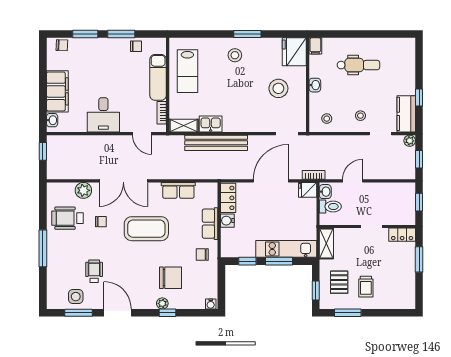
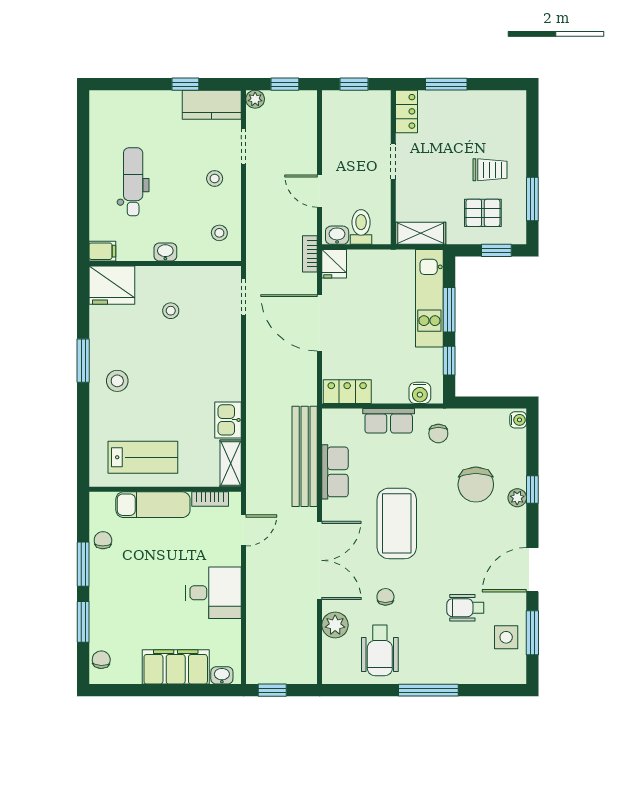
stool: (278, 88) -> (171, 311), width x0.53, depth x0.53
bench: (216, 143) -> (305, 456), moved
water cooler: (227, 221) -> (420, 393), moved
chair: (171, 278) -> (476, 485), turned 180

